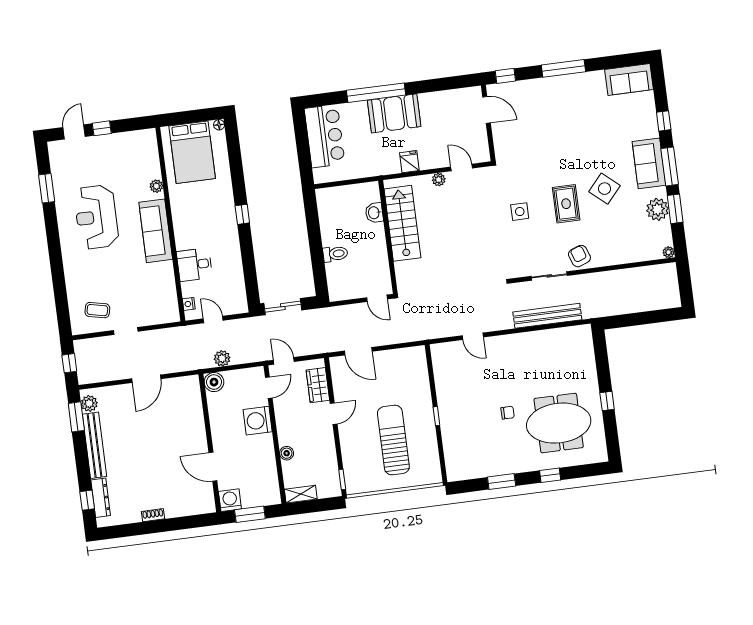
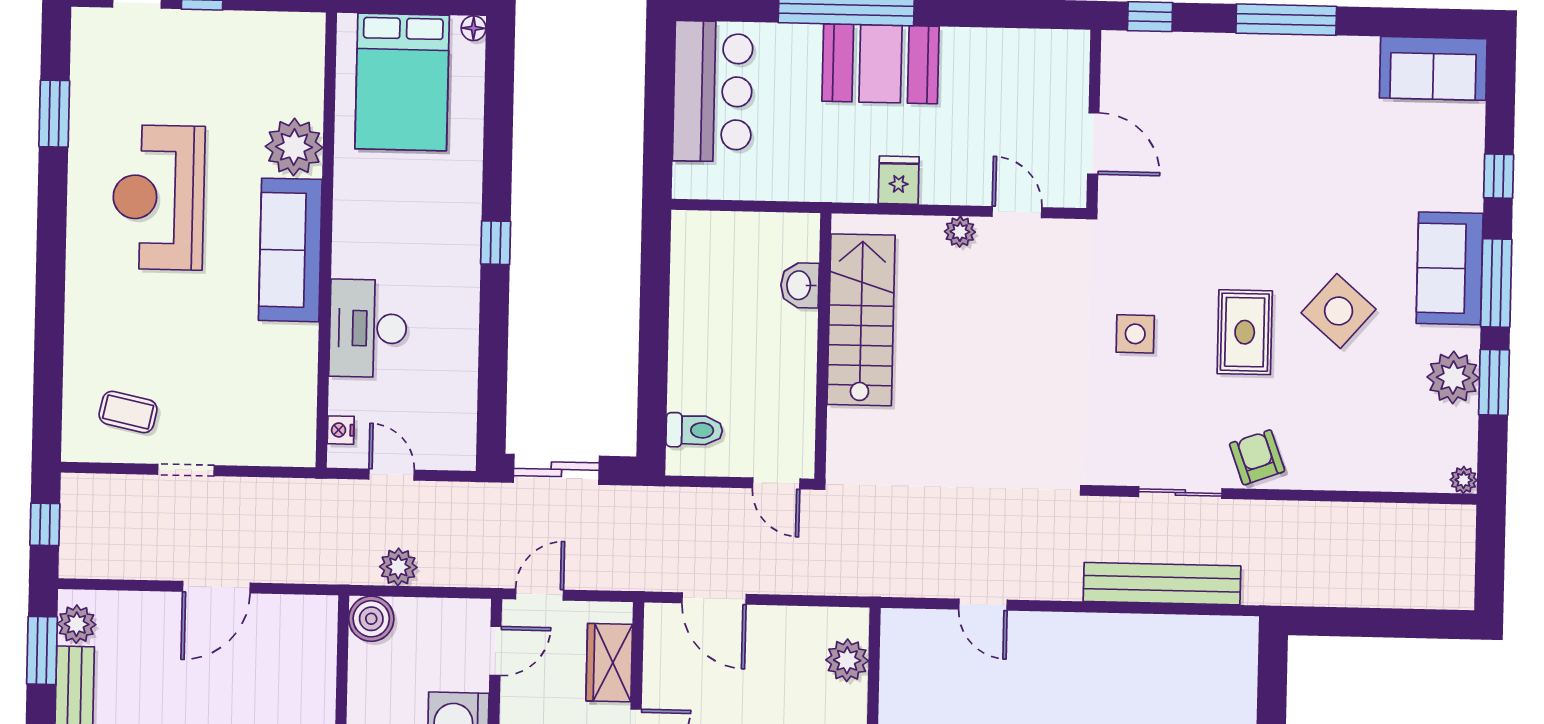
door: (487, 110) -> (1093, 143), moved
plant: (156, 186) -> (294, 147), width x1.88, depth x1.88
toilet: (335, 254) -> (694, 430), moved
desk: (194, 265) -> (368, 328), width x1.37
door: (284, 361) -> (539, 595), hinge flipped
plant: (419, 369) -> (847, 660), added

